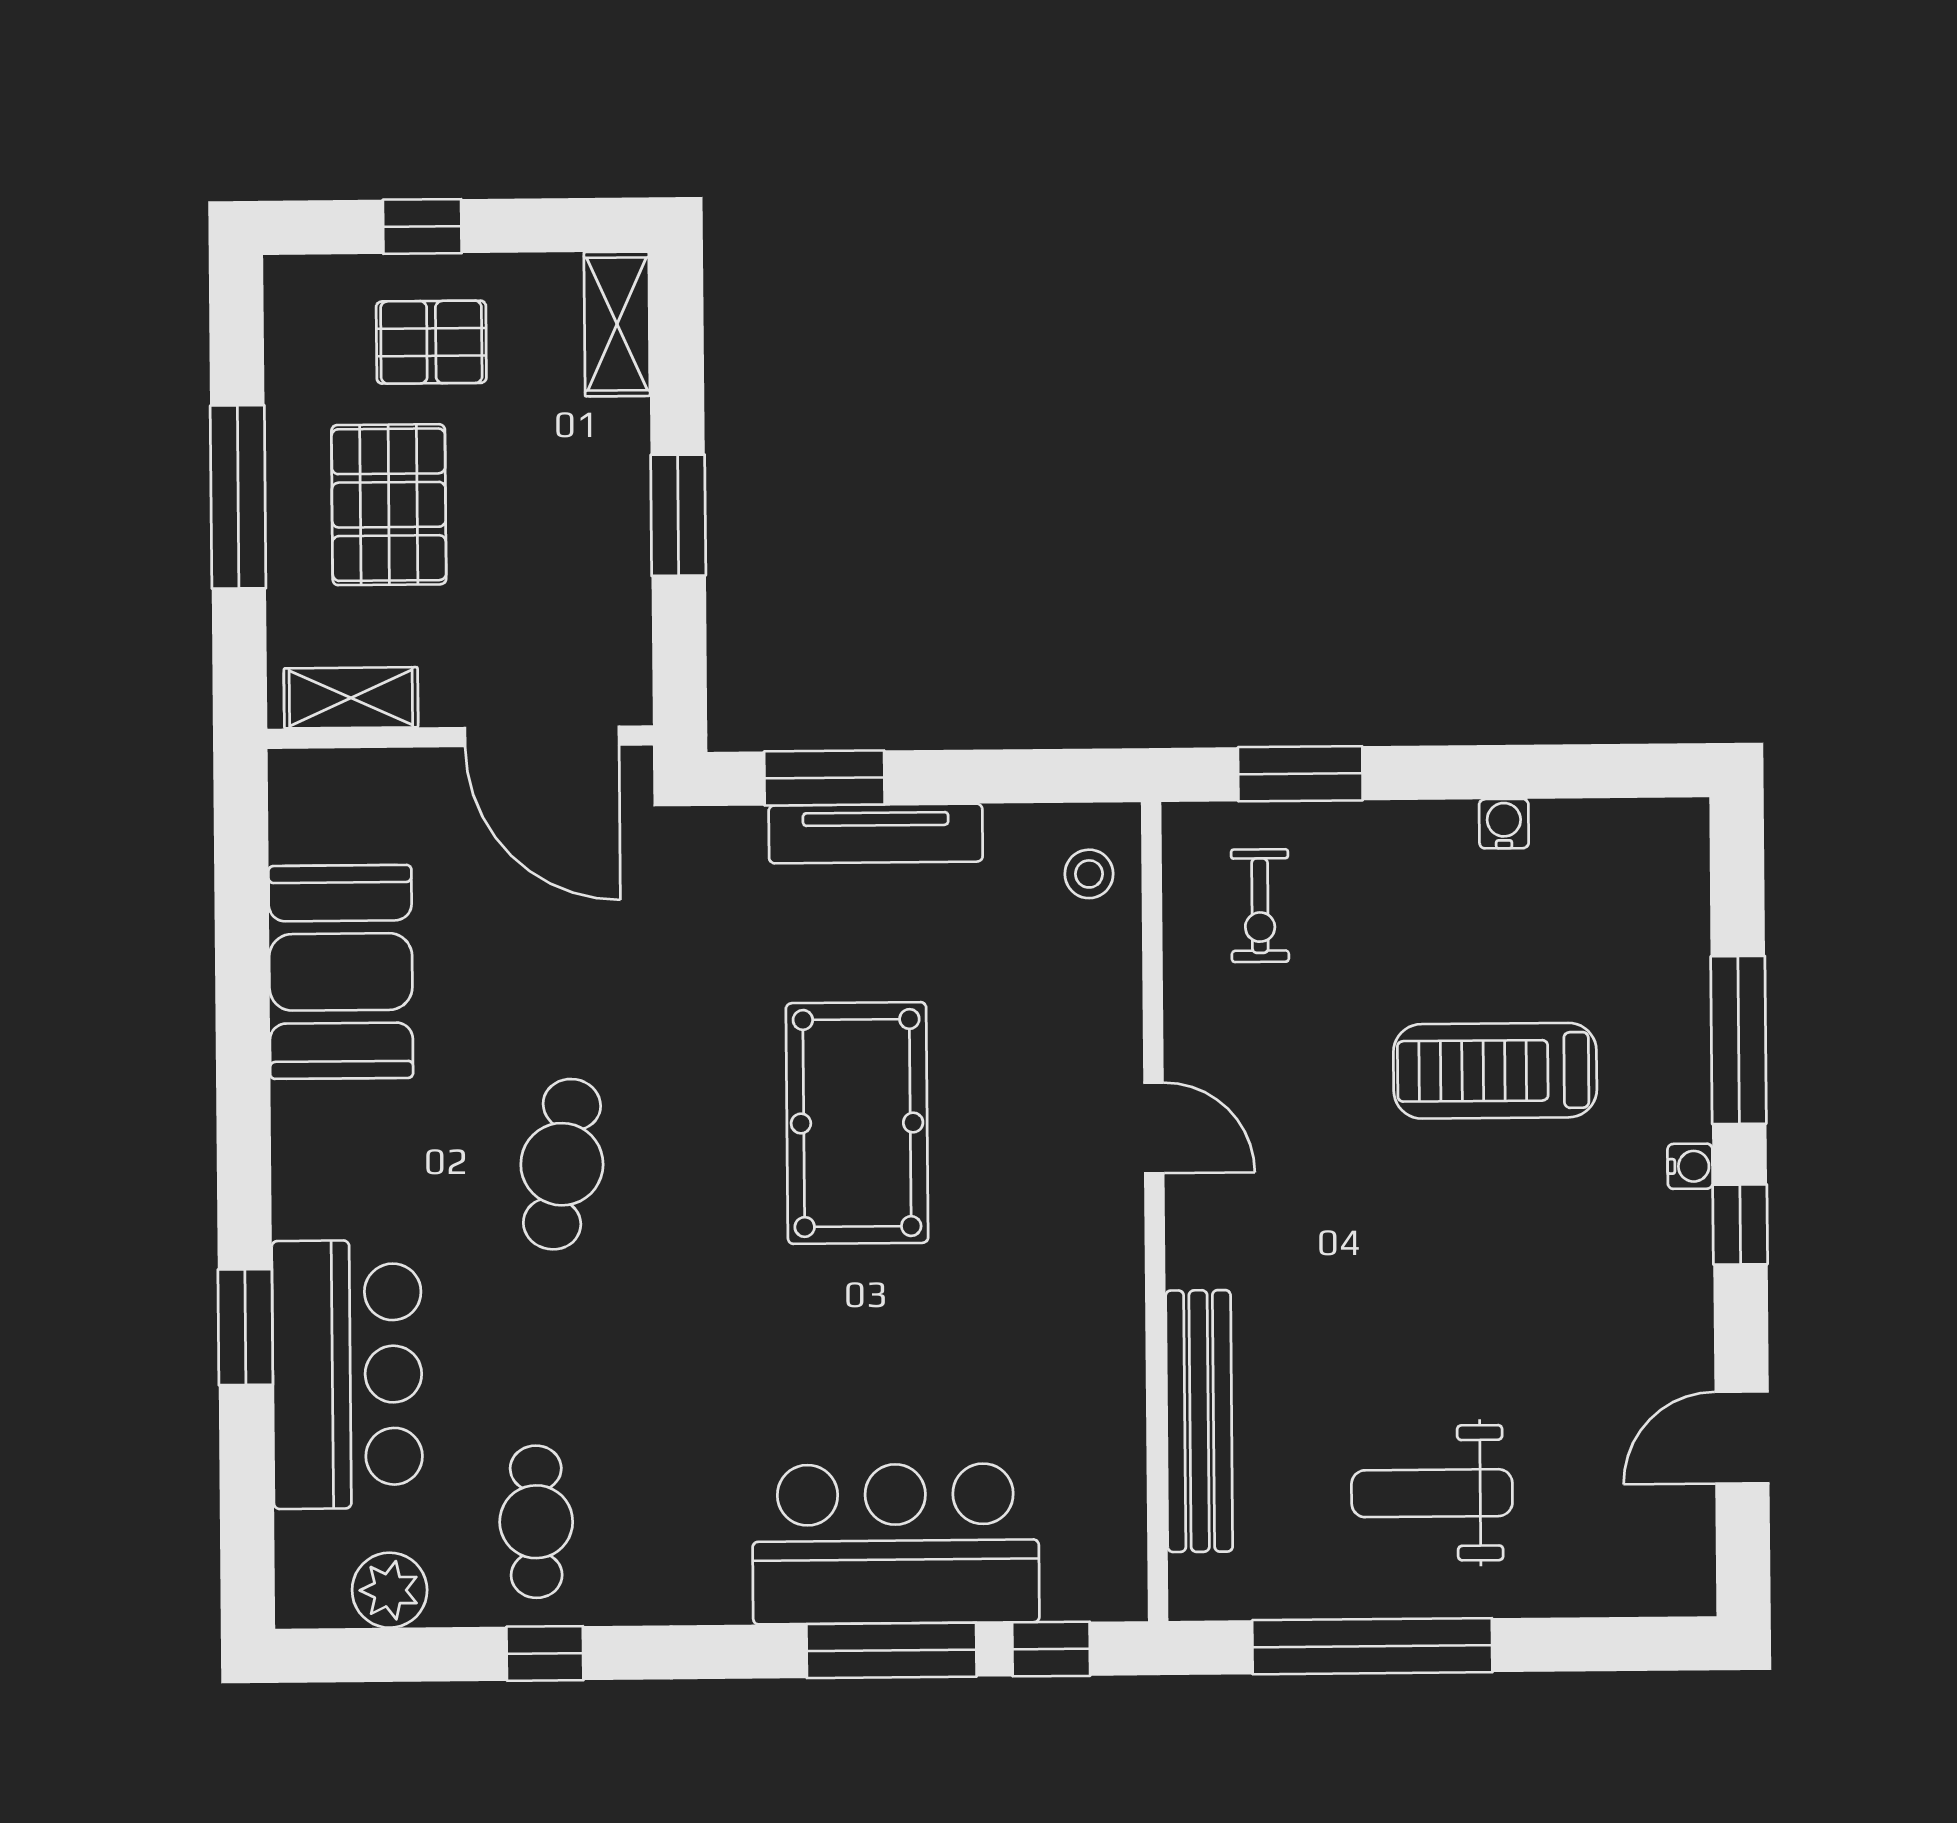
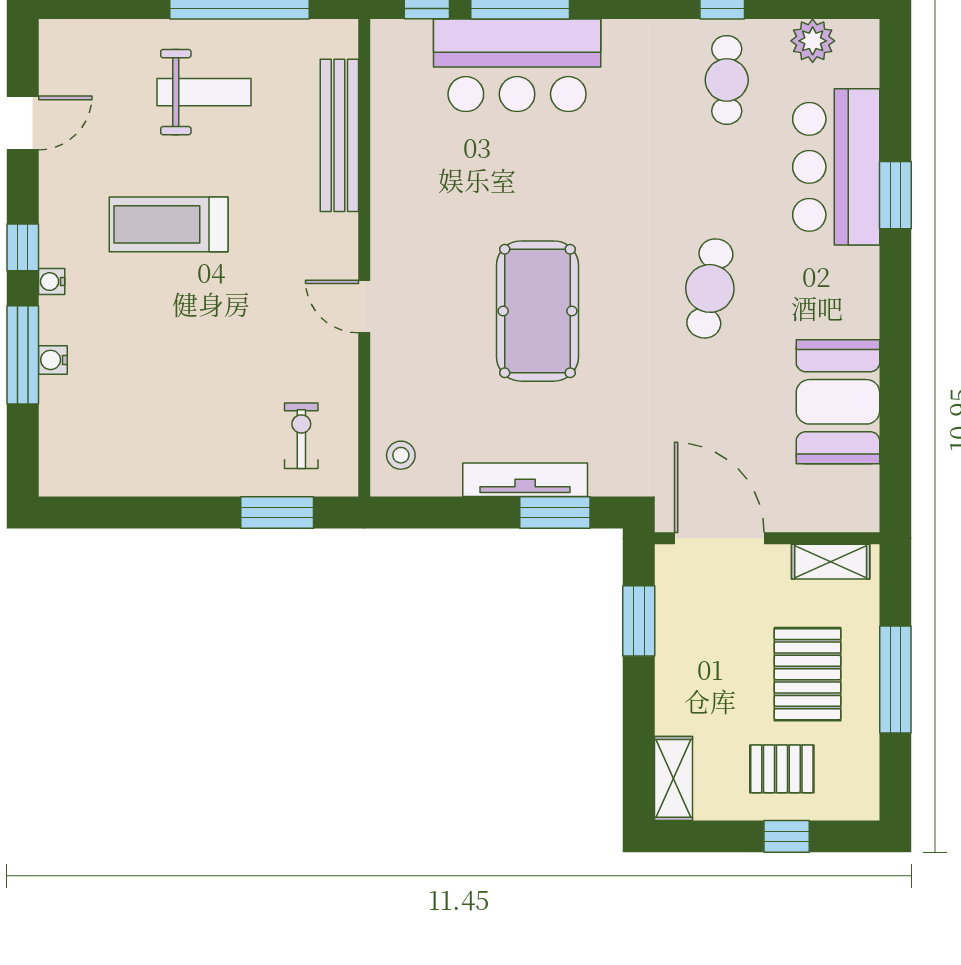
window: (678, 515) -> (639, 621), moved
water cooler: (1504, 824) -> (53, 360), moved, turned 90
treadmill: (1495, 1071) -> (169, 224), moved, turned 180

